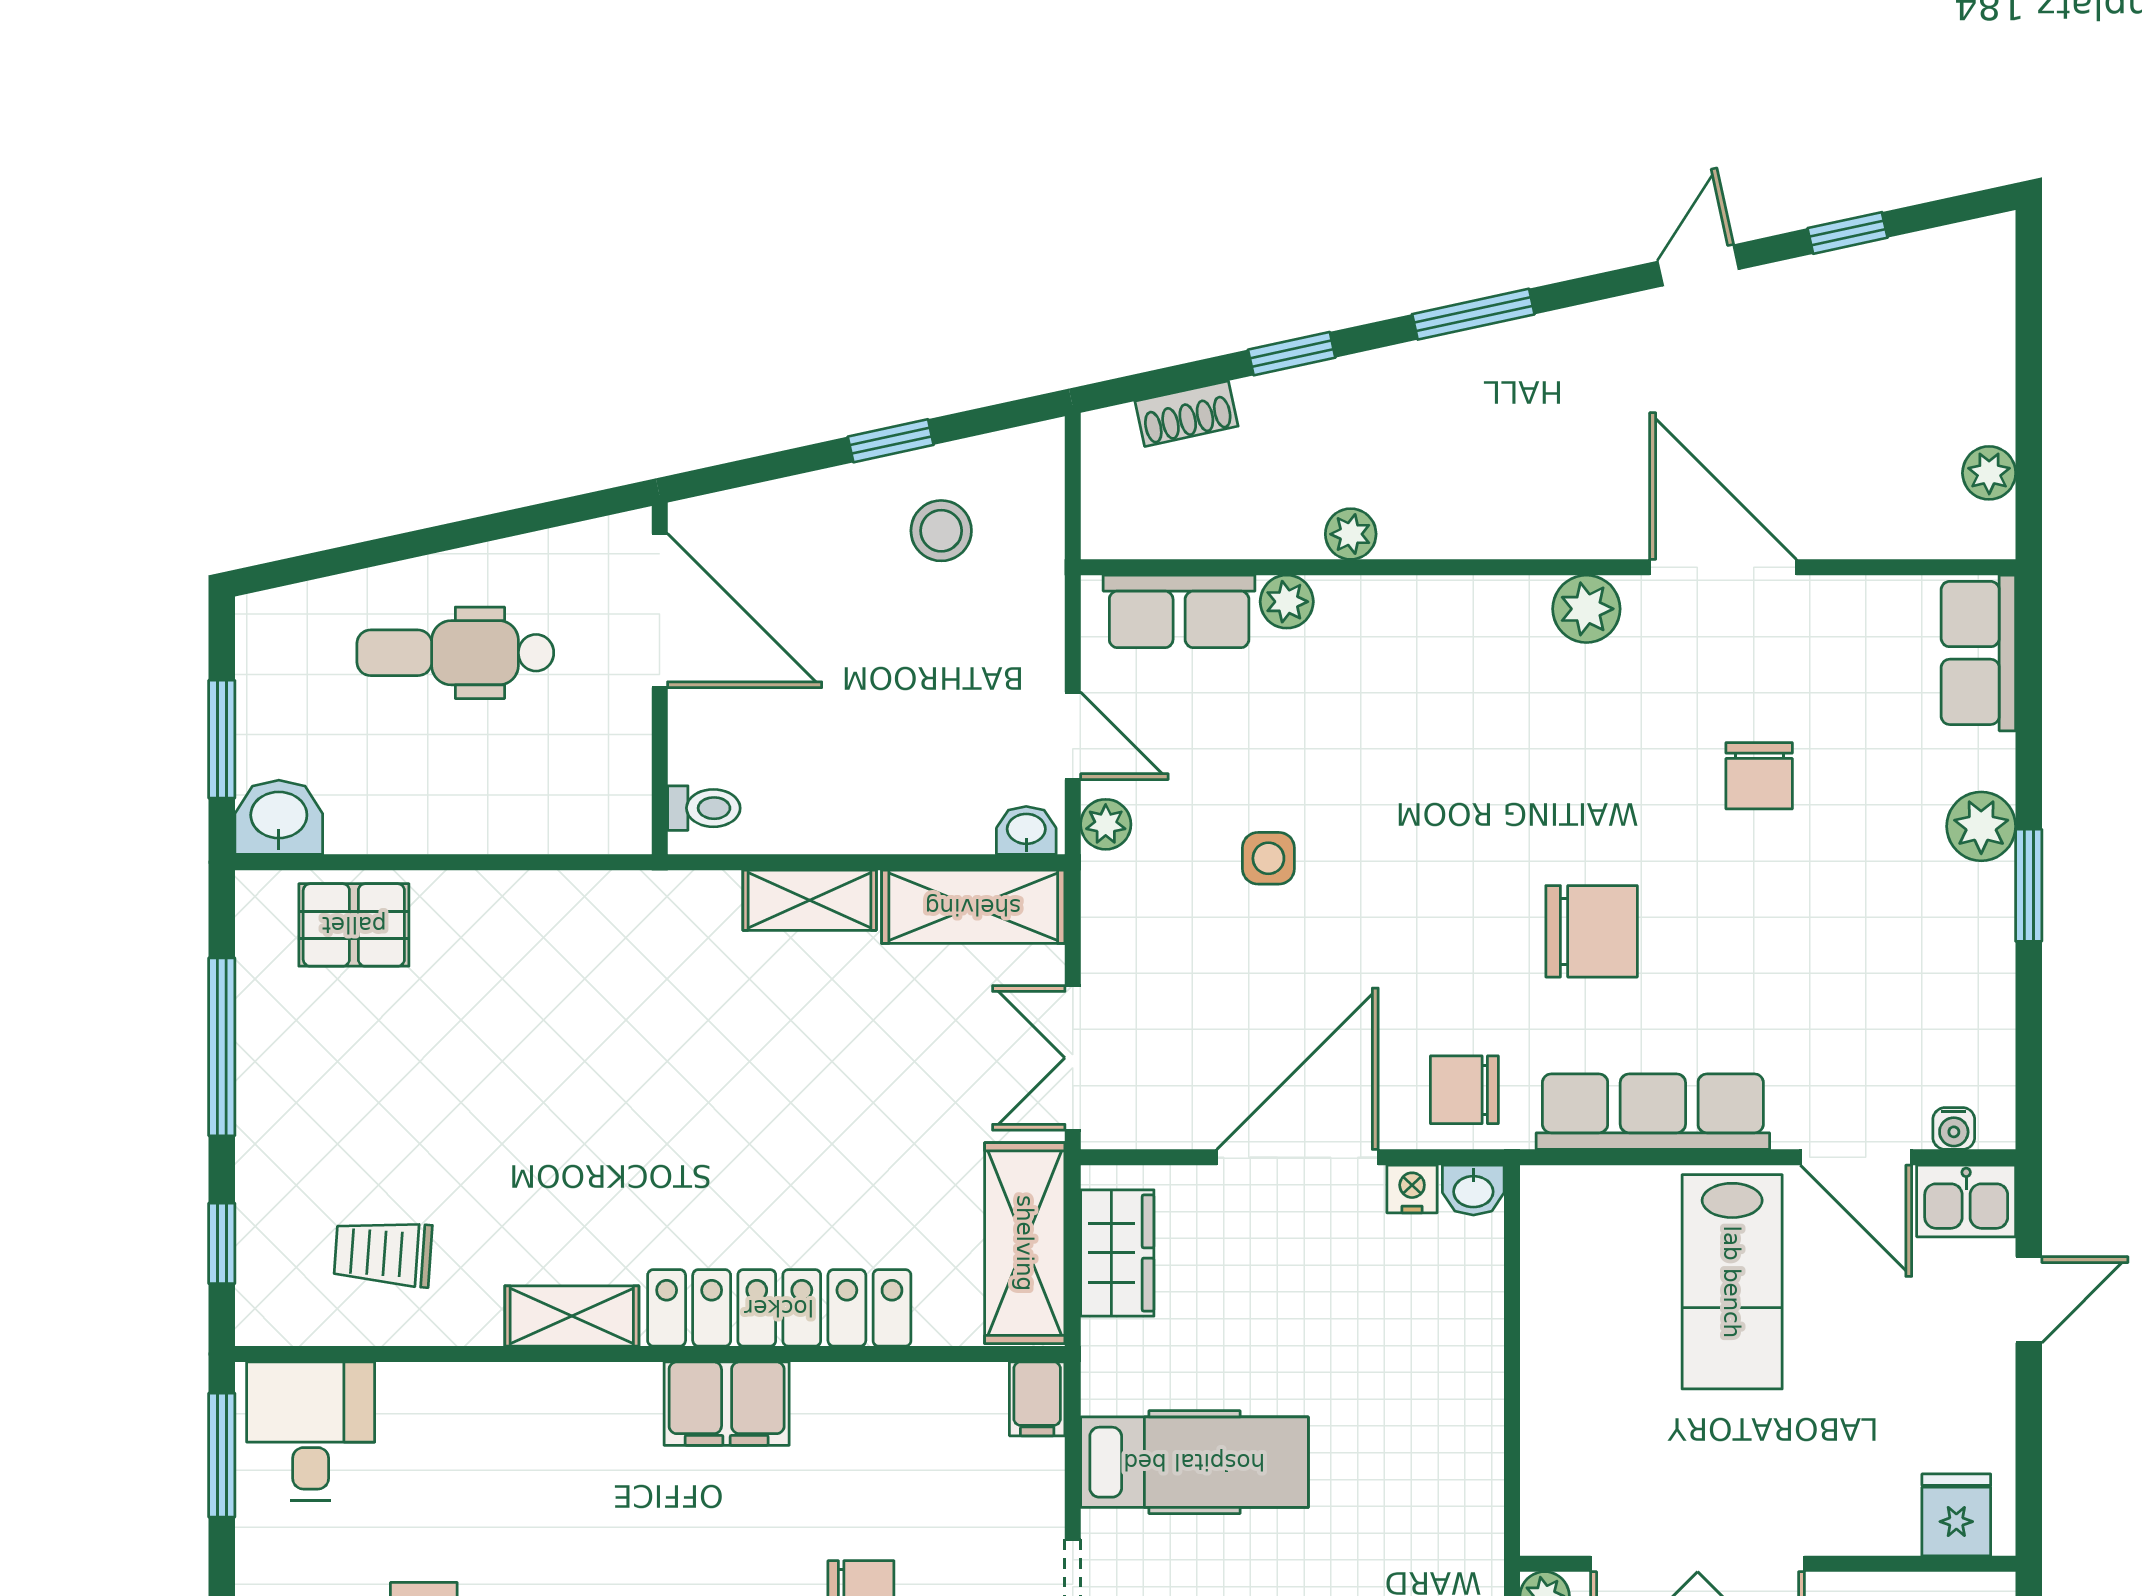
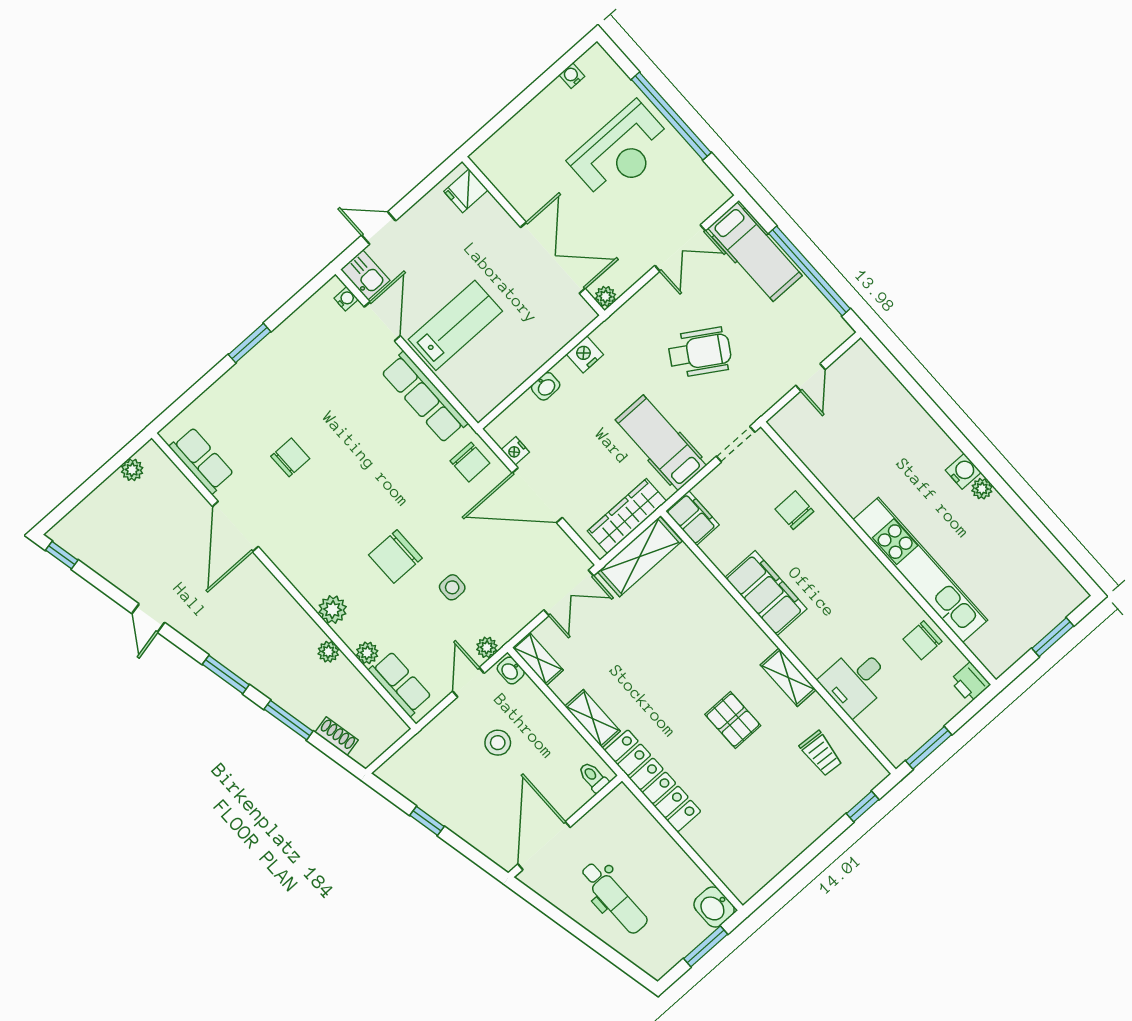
window: (1848, 233) -> (62, 555), moved
door: (1698, 265) -> (148, 618), hinge flipped
window: (1292, 354) -> (289, 720), width x1.50
stool: (941, 531) -> (498, 743), moved
plant: (1586, 609) -> (333, 610), moved
row of seats: (1978, 653) -> (202, 460), moved, turned -90
plant: (1981, 826) -> (244, 374), removed
shelving: (973, 907) -> (538, 659), width x0.67, depth x0.75
pallet: (354, 925) -> (733, 720), moved
chair: (1592, 931) -> (395, 557), moved, turned -90
window: (222, 1047) -> (801, 861), removed
washbasin: (1473, 1190) -> (546, 386), moved, turned 90
wardrobe: (1117, 1253) -> (627, 516), width x1.50
locker: (779, 1308) -> (653, 781), moved, turned 180
filing cabinet: (1037, 1399) -> (692, 518), width x2.00
filing cabinet: (727, 1404) -> (766, 593), width x1.50, depth x1.17
desk: (311, 1431) -> (856, 681), moved
nightstand: (1474, 1467) -> (585, 354), added

